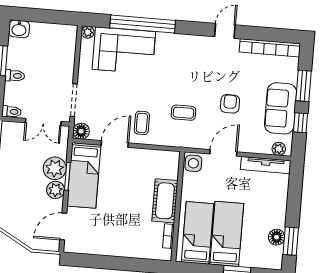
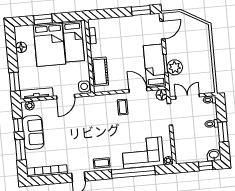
window: (34, 15) -> (206, 166), added
armchair: (230, 104) -> (67, 130), removed
coffee table: (183, 113) -> (102, 163), moved
door: (115, 144) -> (138, 90), swing flipped
plant: (56, 190) -> (172, 53), removed
cot: (165, 201) -> (100, 72), moved
bed: (227, 234) -> (49, 44), width x1.50
window: (291, 241) -> (14, 82), moved
window: (90, 261) -> (141, 10), added

